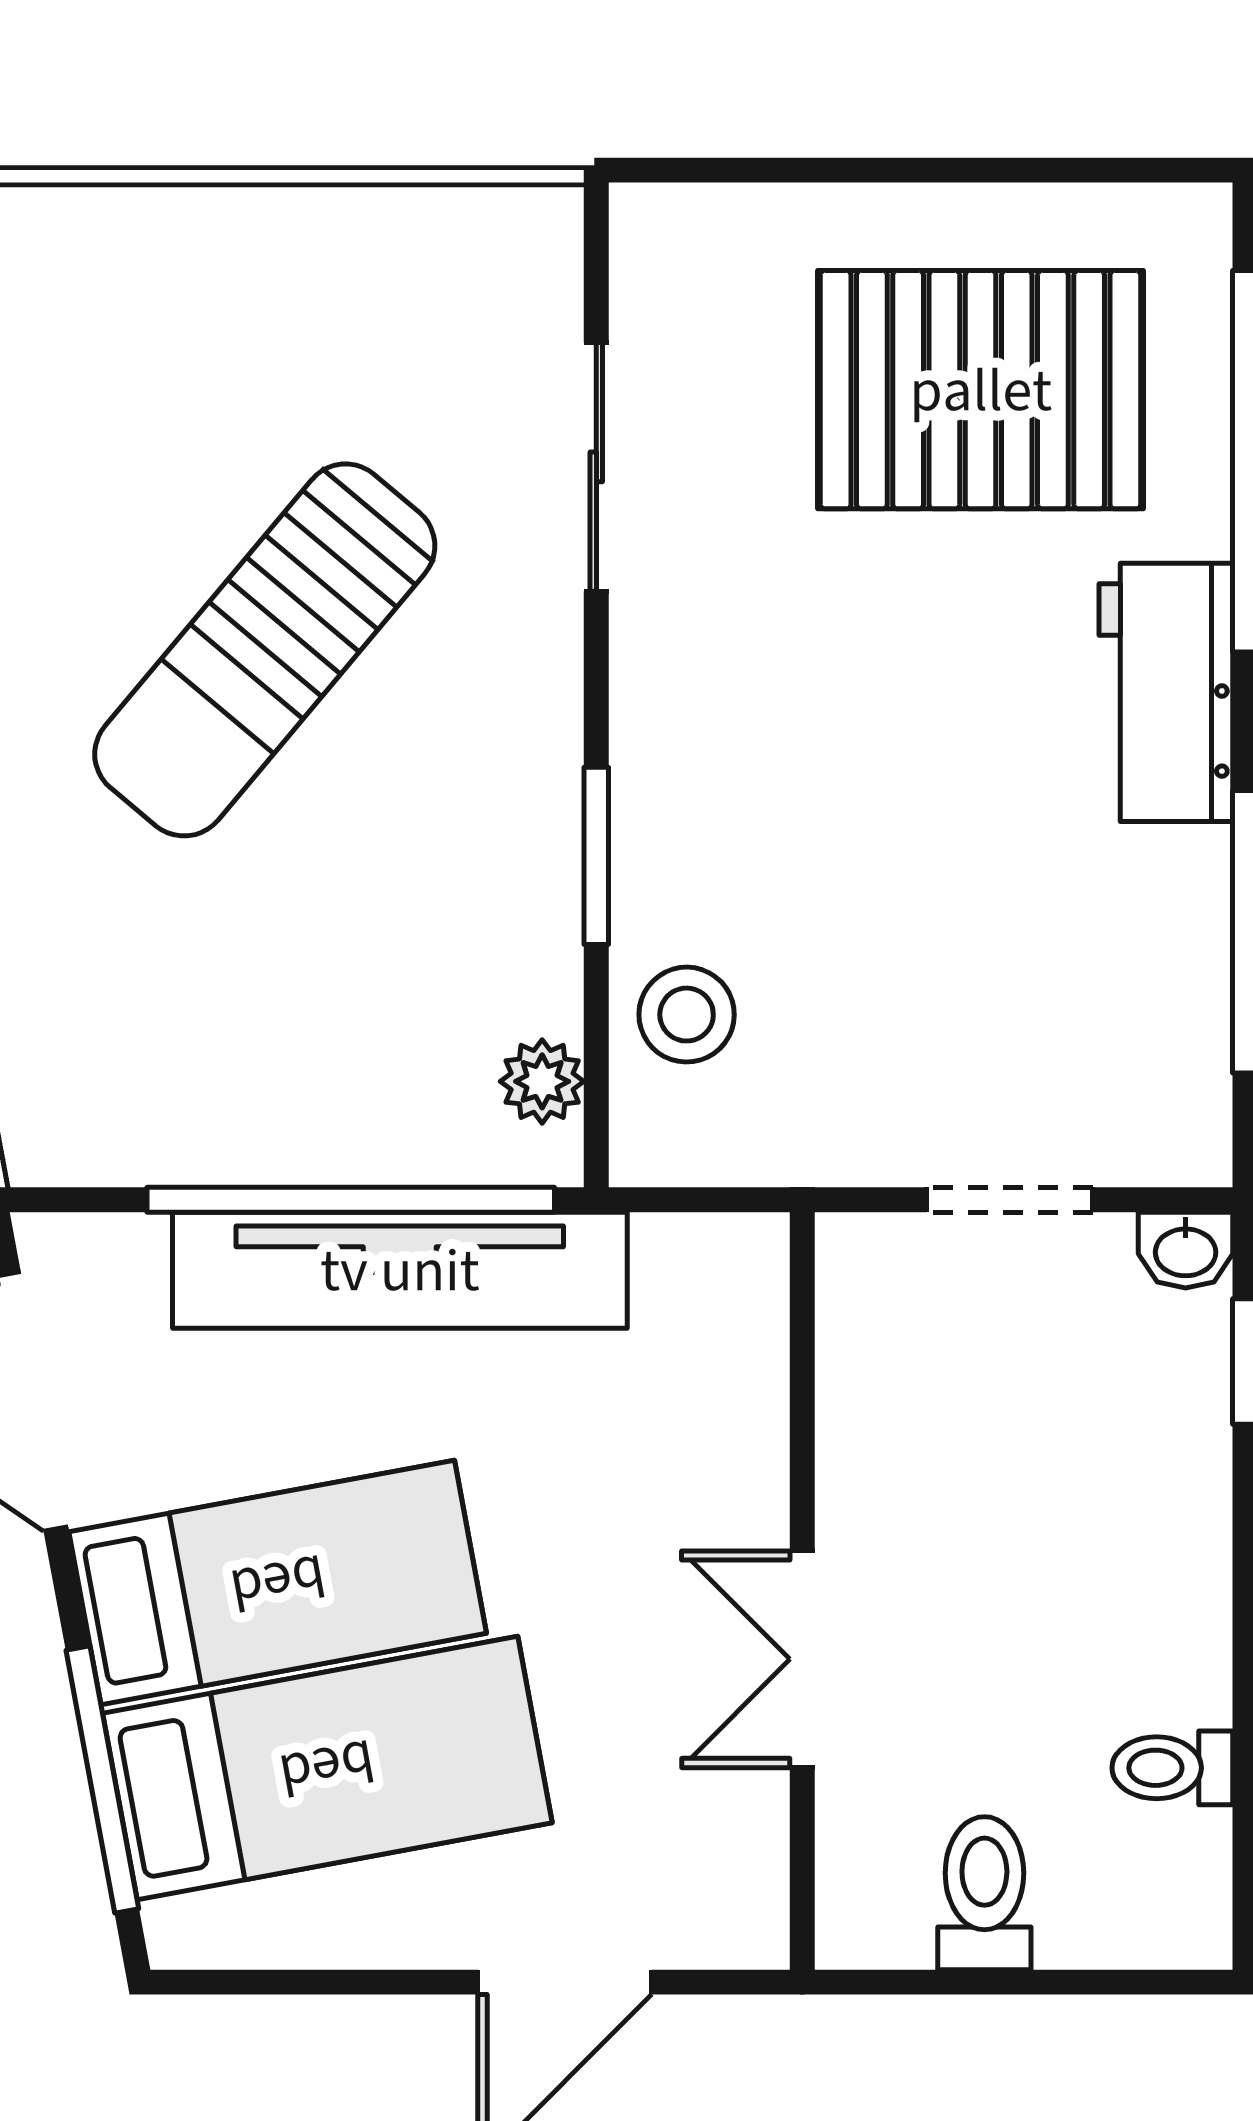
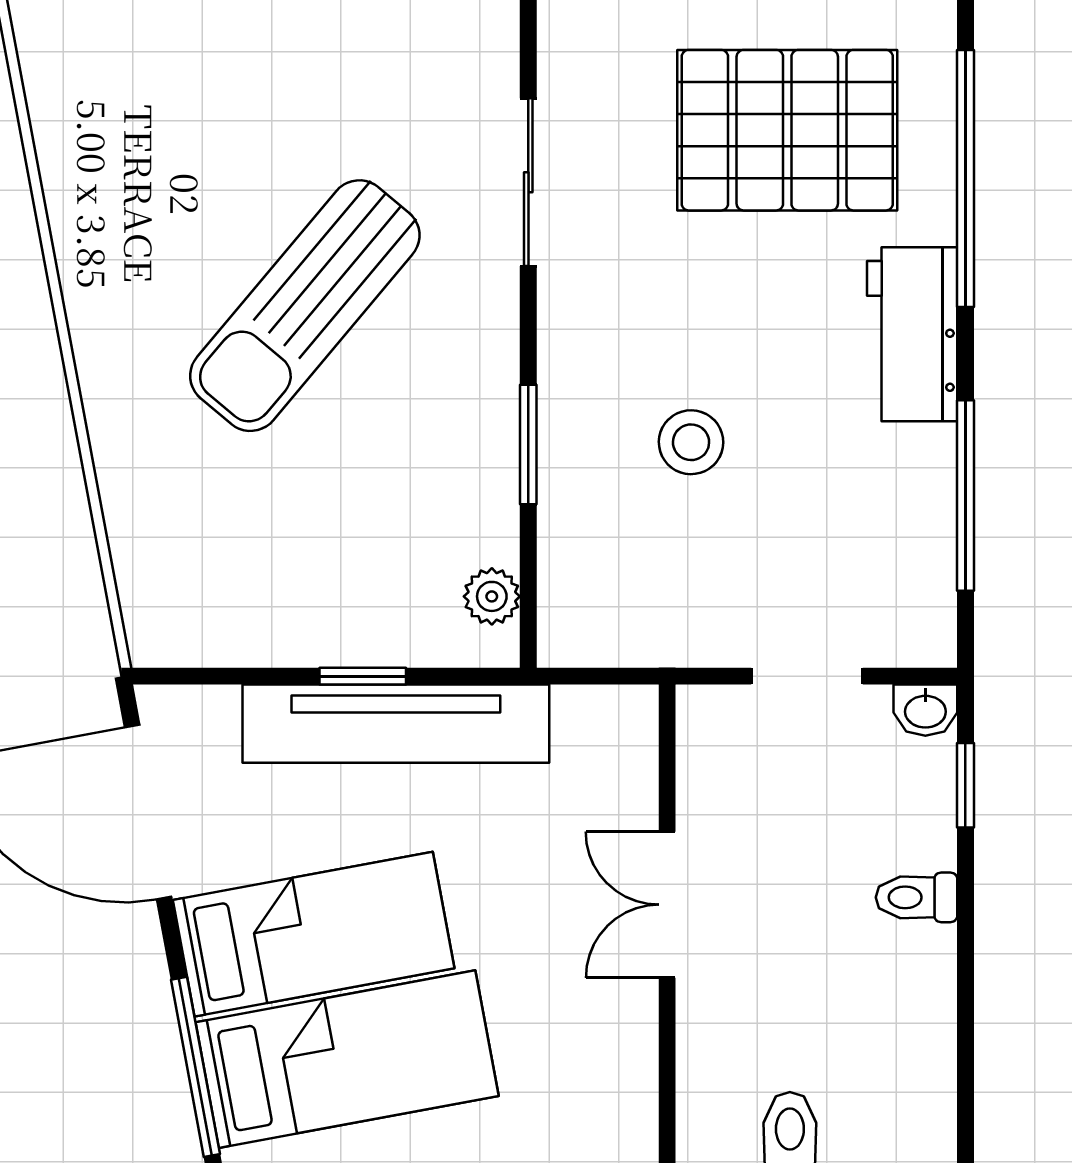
stool: (687, 1015) -> (691, 442), moved
window: (351, 1200) -> (363, 676), width x0.32
double door: (802, 1659) -> (667, 905), moved
toilet: (1172, 1768) -> (917, 897), moved

